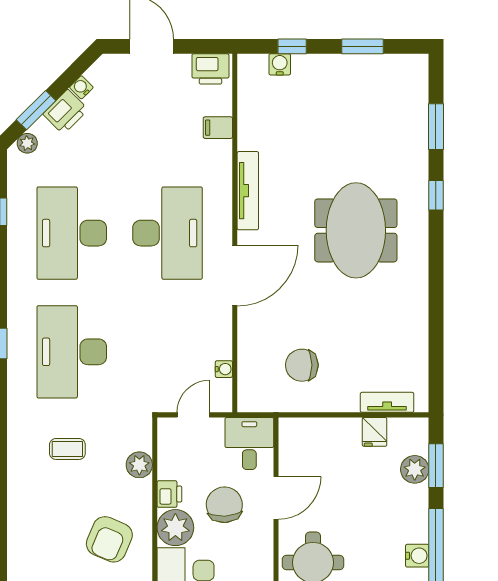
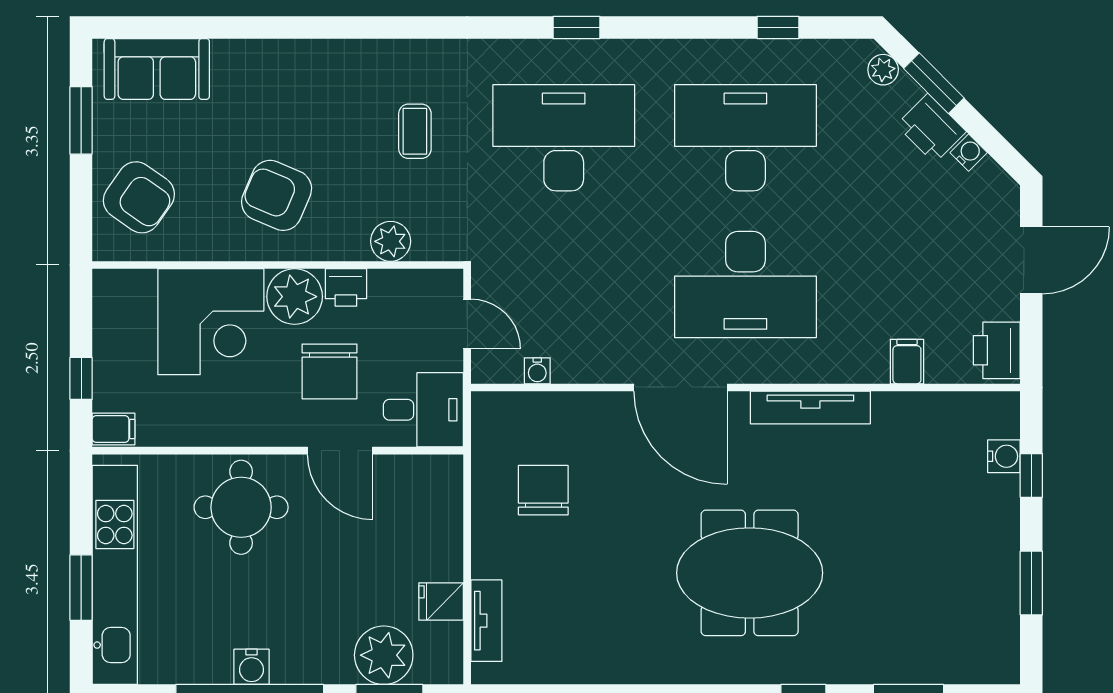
plant: (415, 469) -> (384, 655), width x1.36, depth x1.36
chair: (224, 505) -> (329, 371), turned 93

